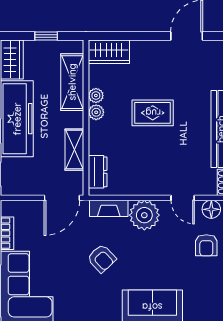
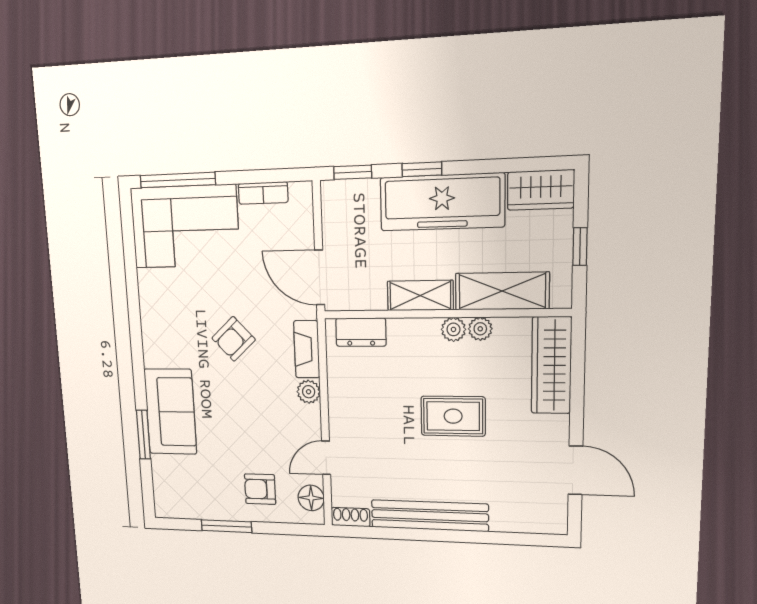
wardrobe: (109, 52) -> (551, 365), width x1.50
rug: (153, 113) -> (453, 416), turned 90
shelving: (74, 150) -> (420, 296), moved
plant: (144, 215) -> (309, 392), width x0.53, depth x0.53

